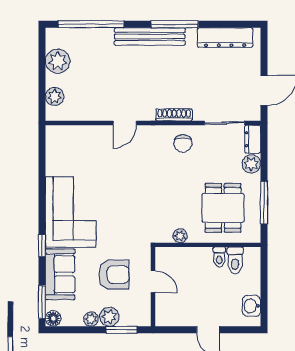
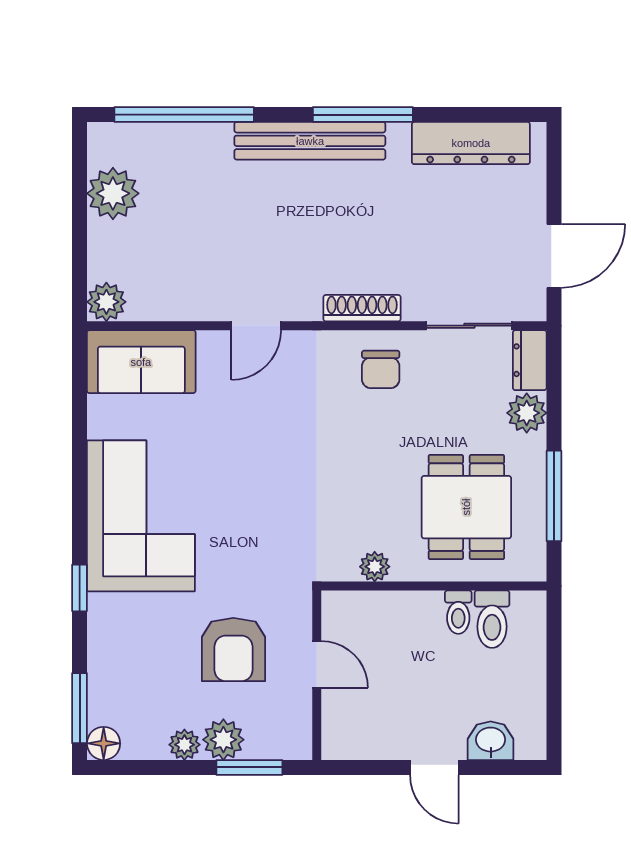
plant: (55, 96) -> (106, 302), moved
sofa: (60, 274) -> (141, 362), moved, turned 90
armchair: (114, 275) -> (233, 649), turned 90
washbasin: (251, 306) -> (491, 741), moved, turned 90

